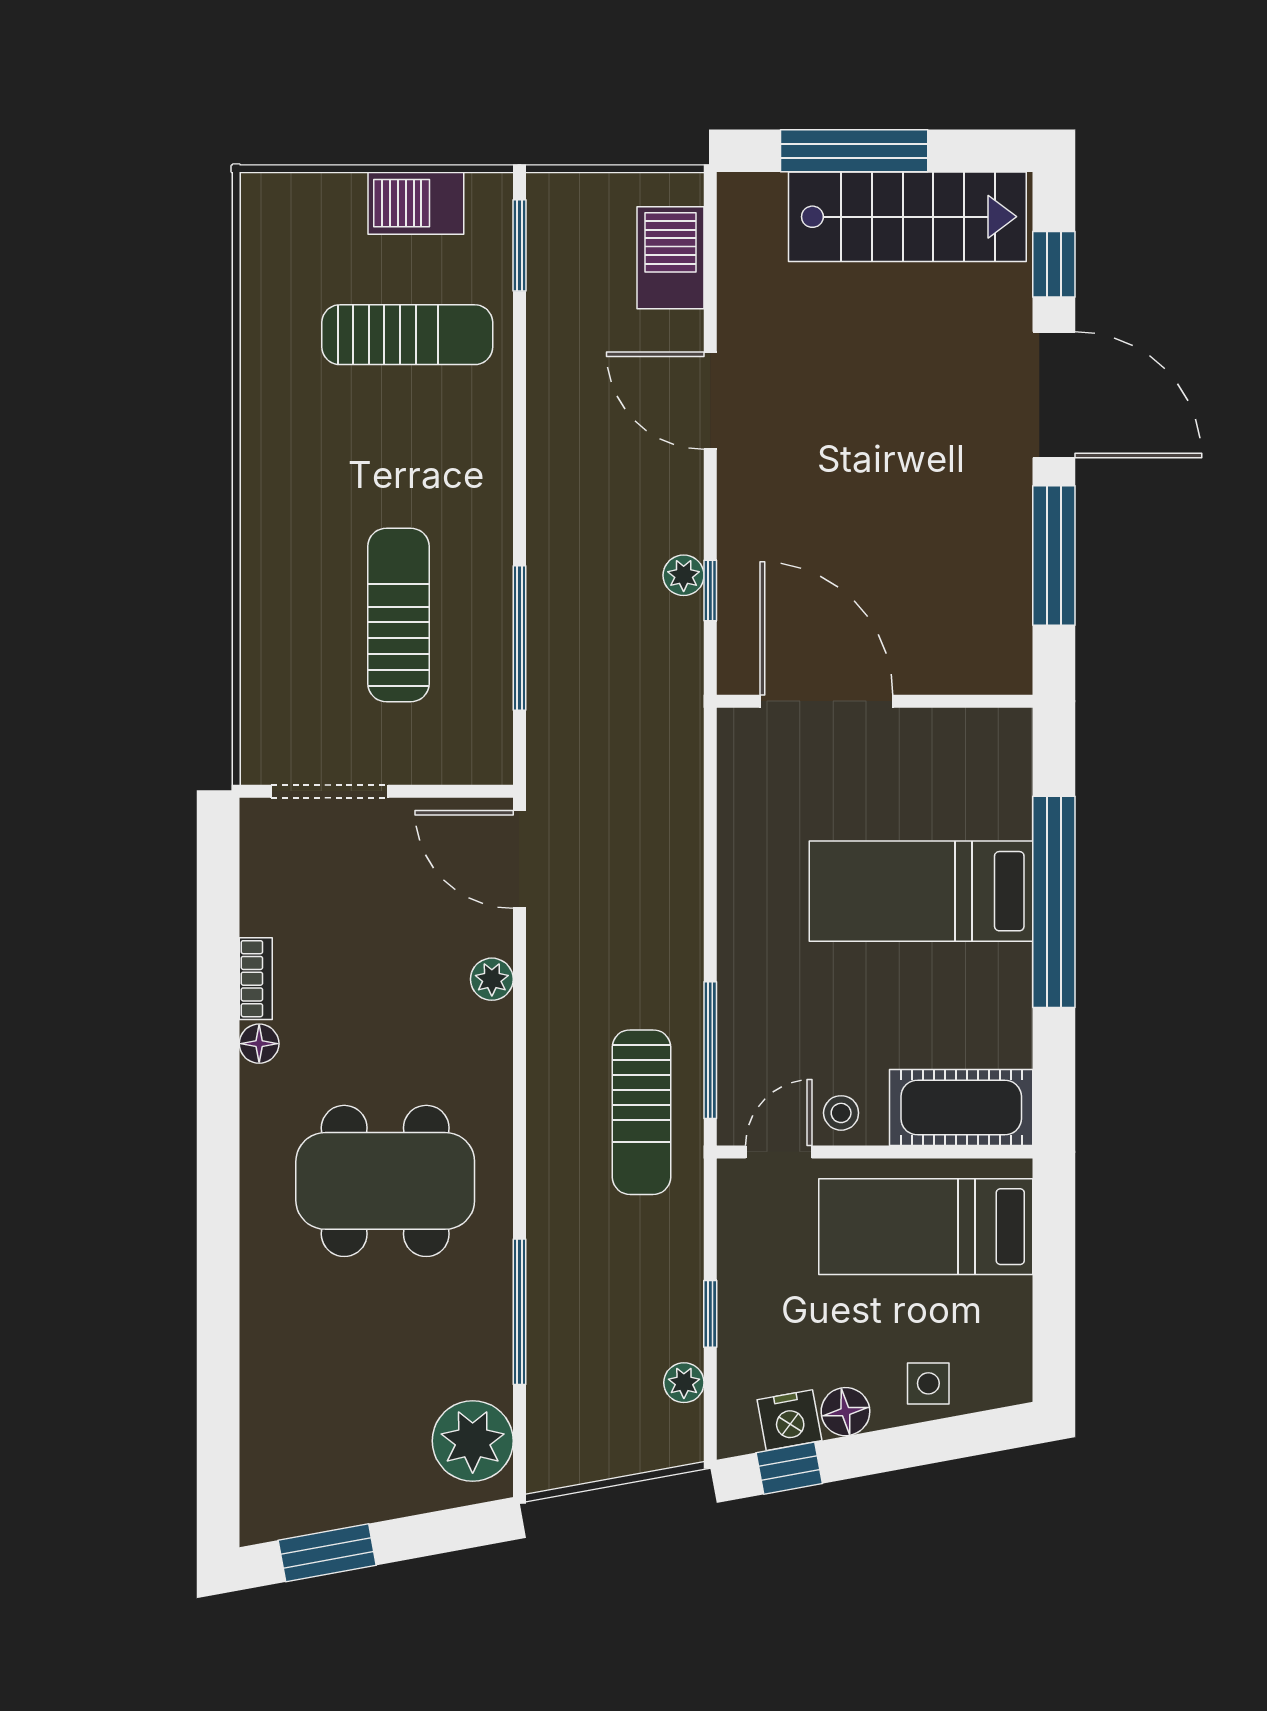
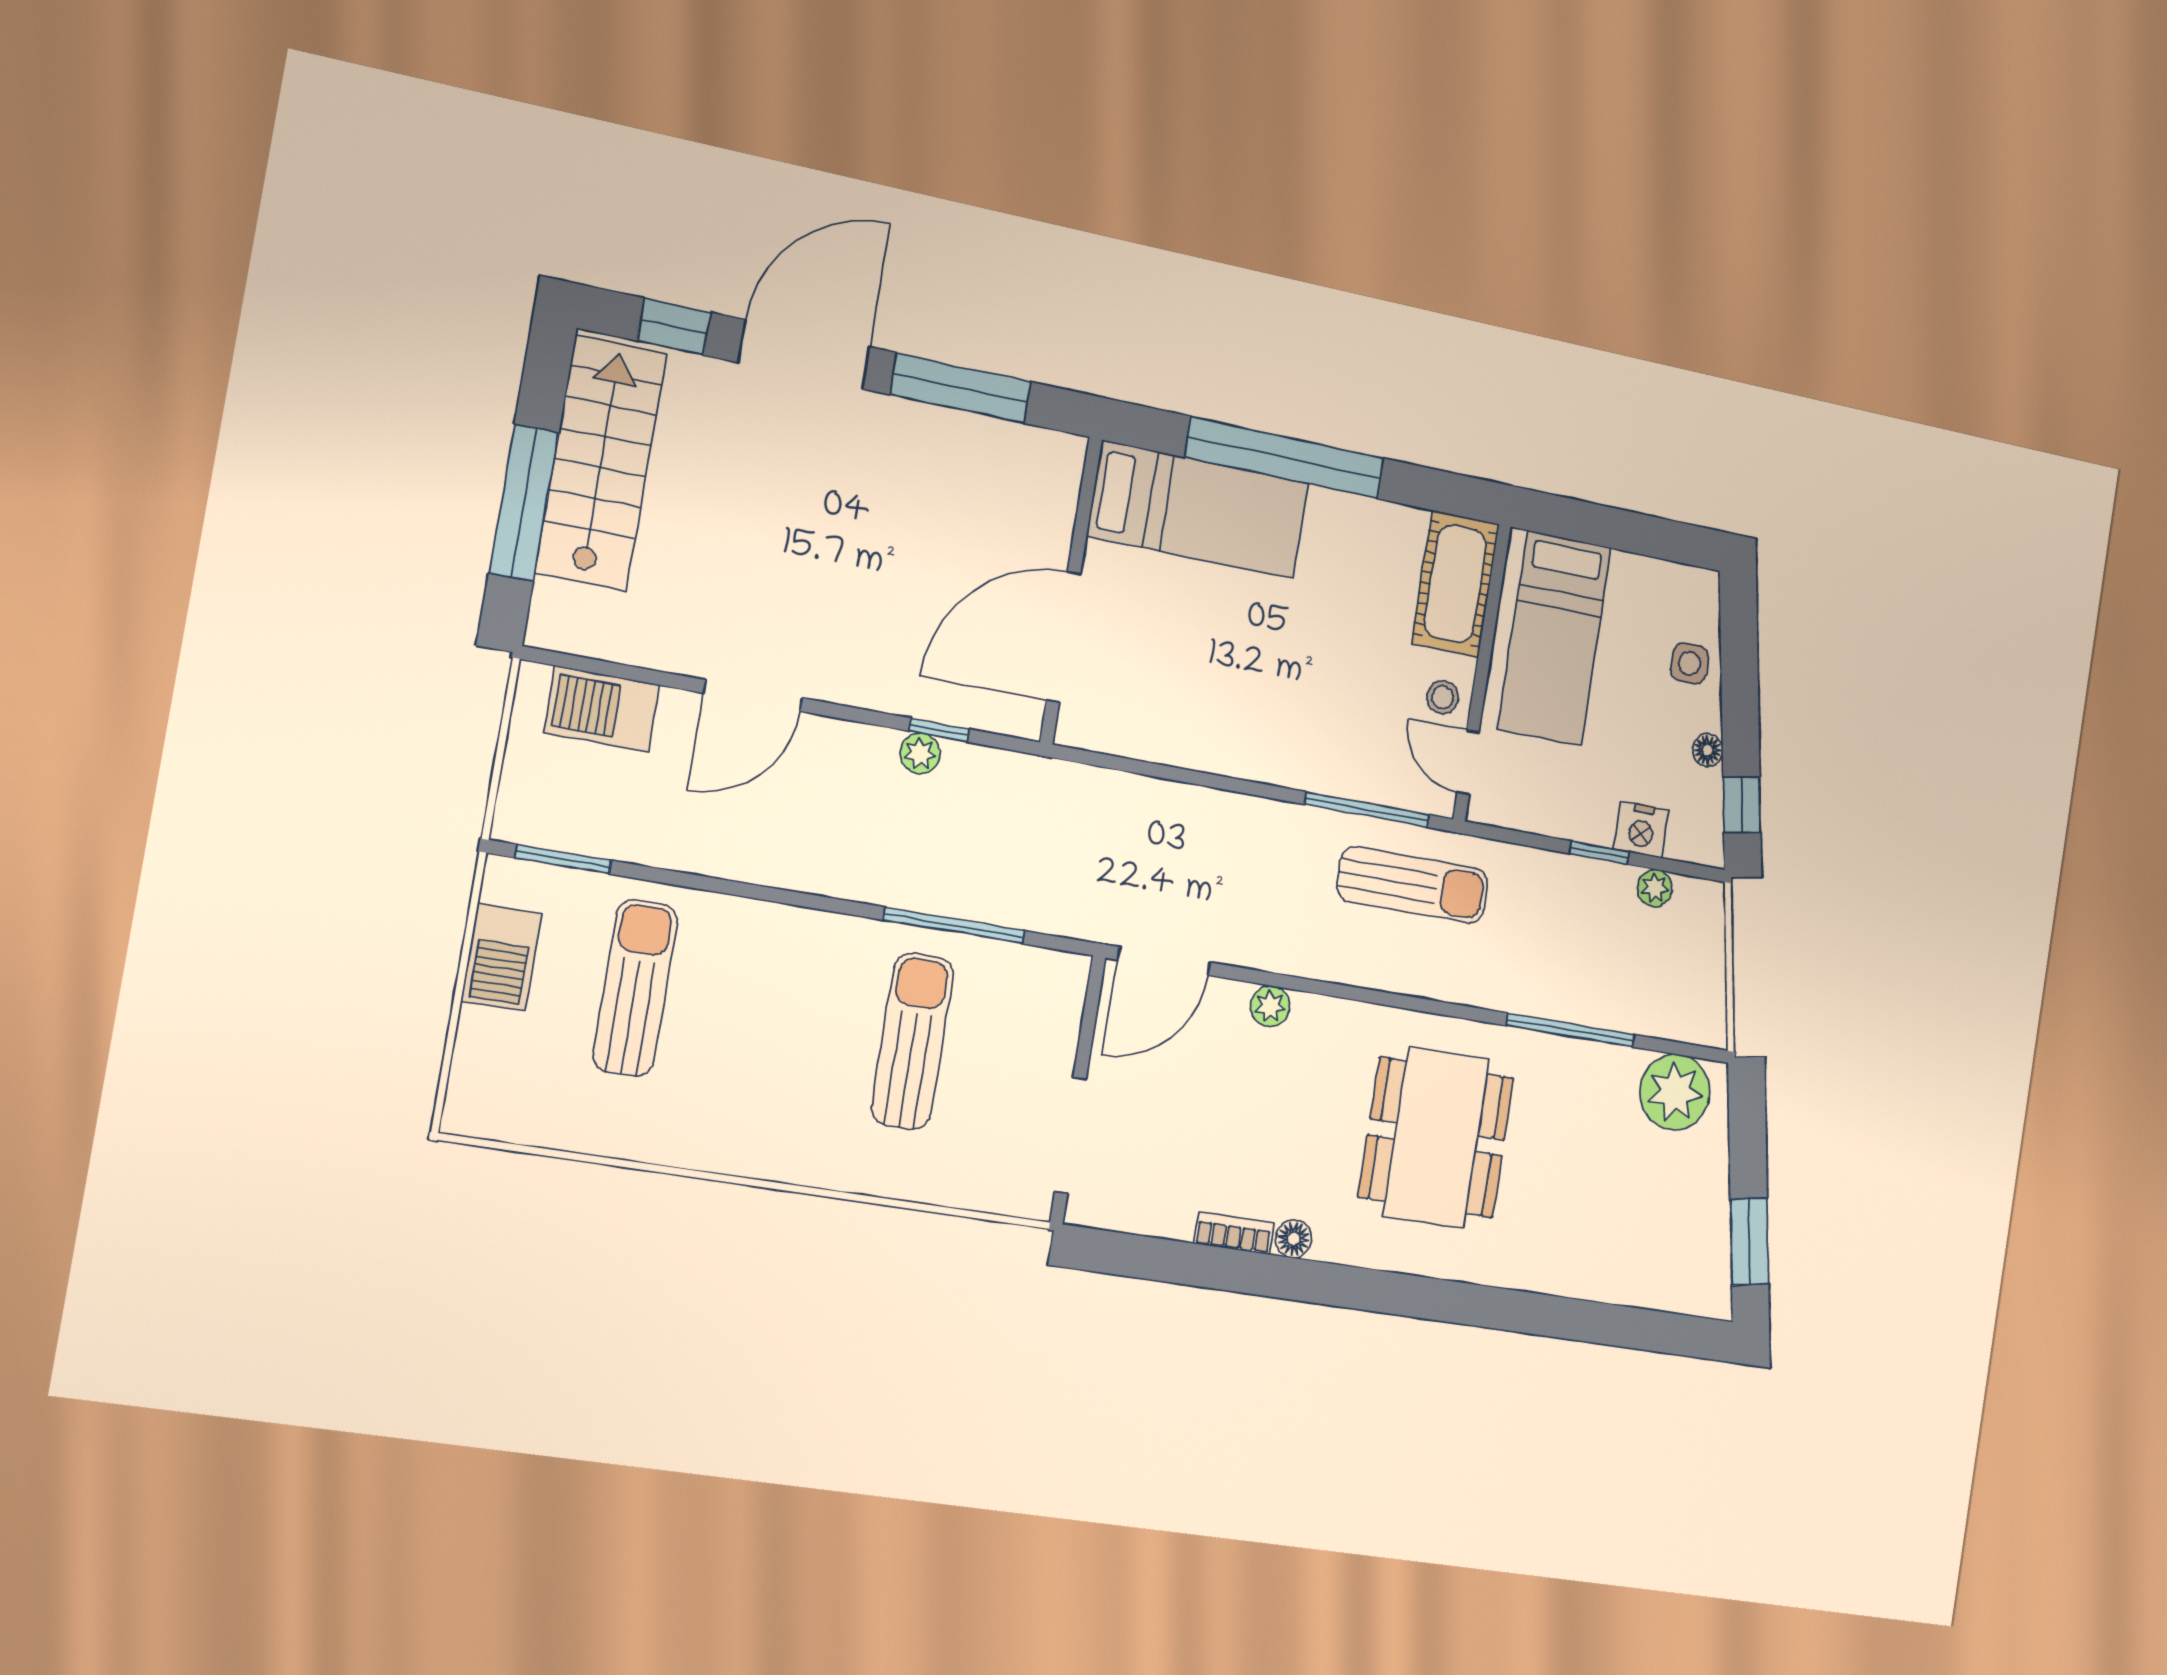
sun lounger: (399, 615) -> (912, 1041), turned 90
bed: (921, 891) -> (1198, 510), moved, turned -90
floor lamp: (845, 1412) -> (1708, 750), width x0.73, depth x0.73
nightstand: (789, 1420) -> (1641, 830), moved, turned 100

